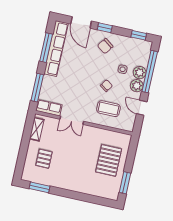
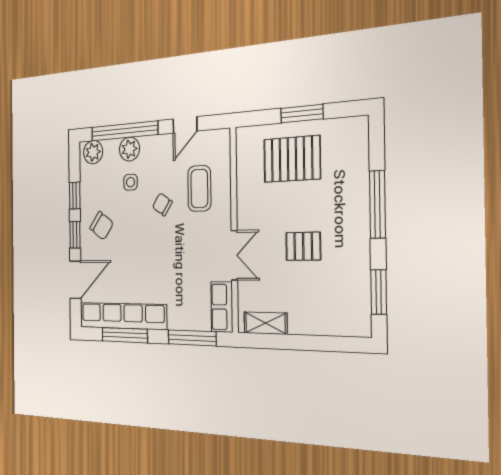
window: (139, 35) -> (75, 196), moved
plant: (137, 86) -> (93, 152), moved
pallet: (44, 159) -> (303, 246), moved
window: (125, 183) -> (302, 114), moved
window: (77, 196) -> (377, 204), added

